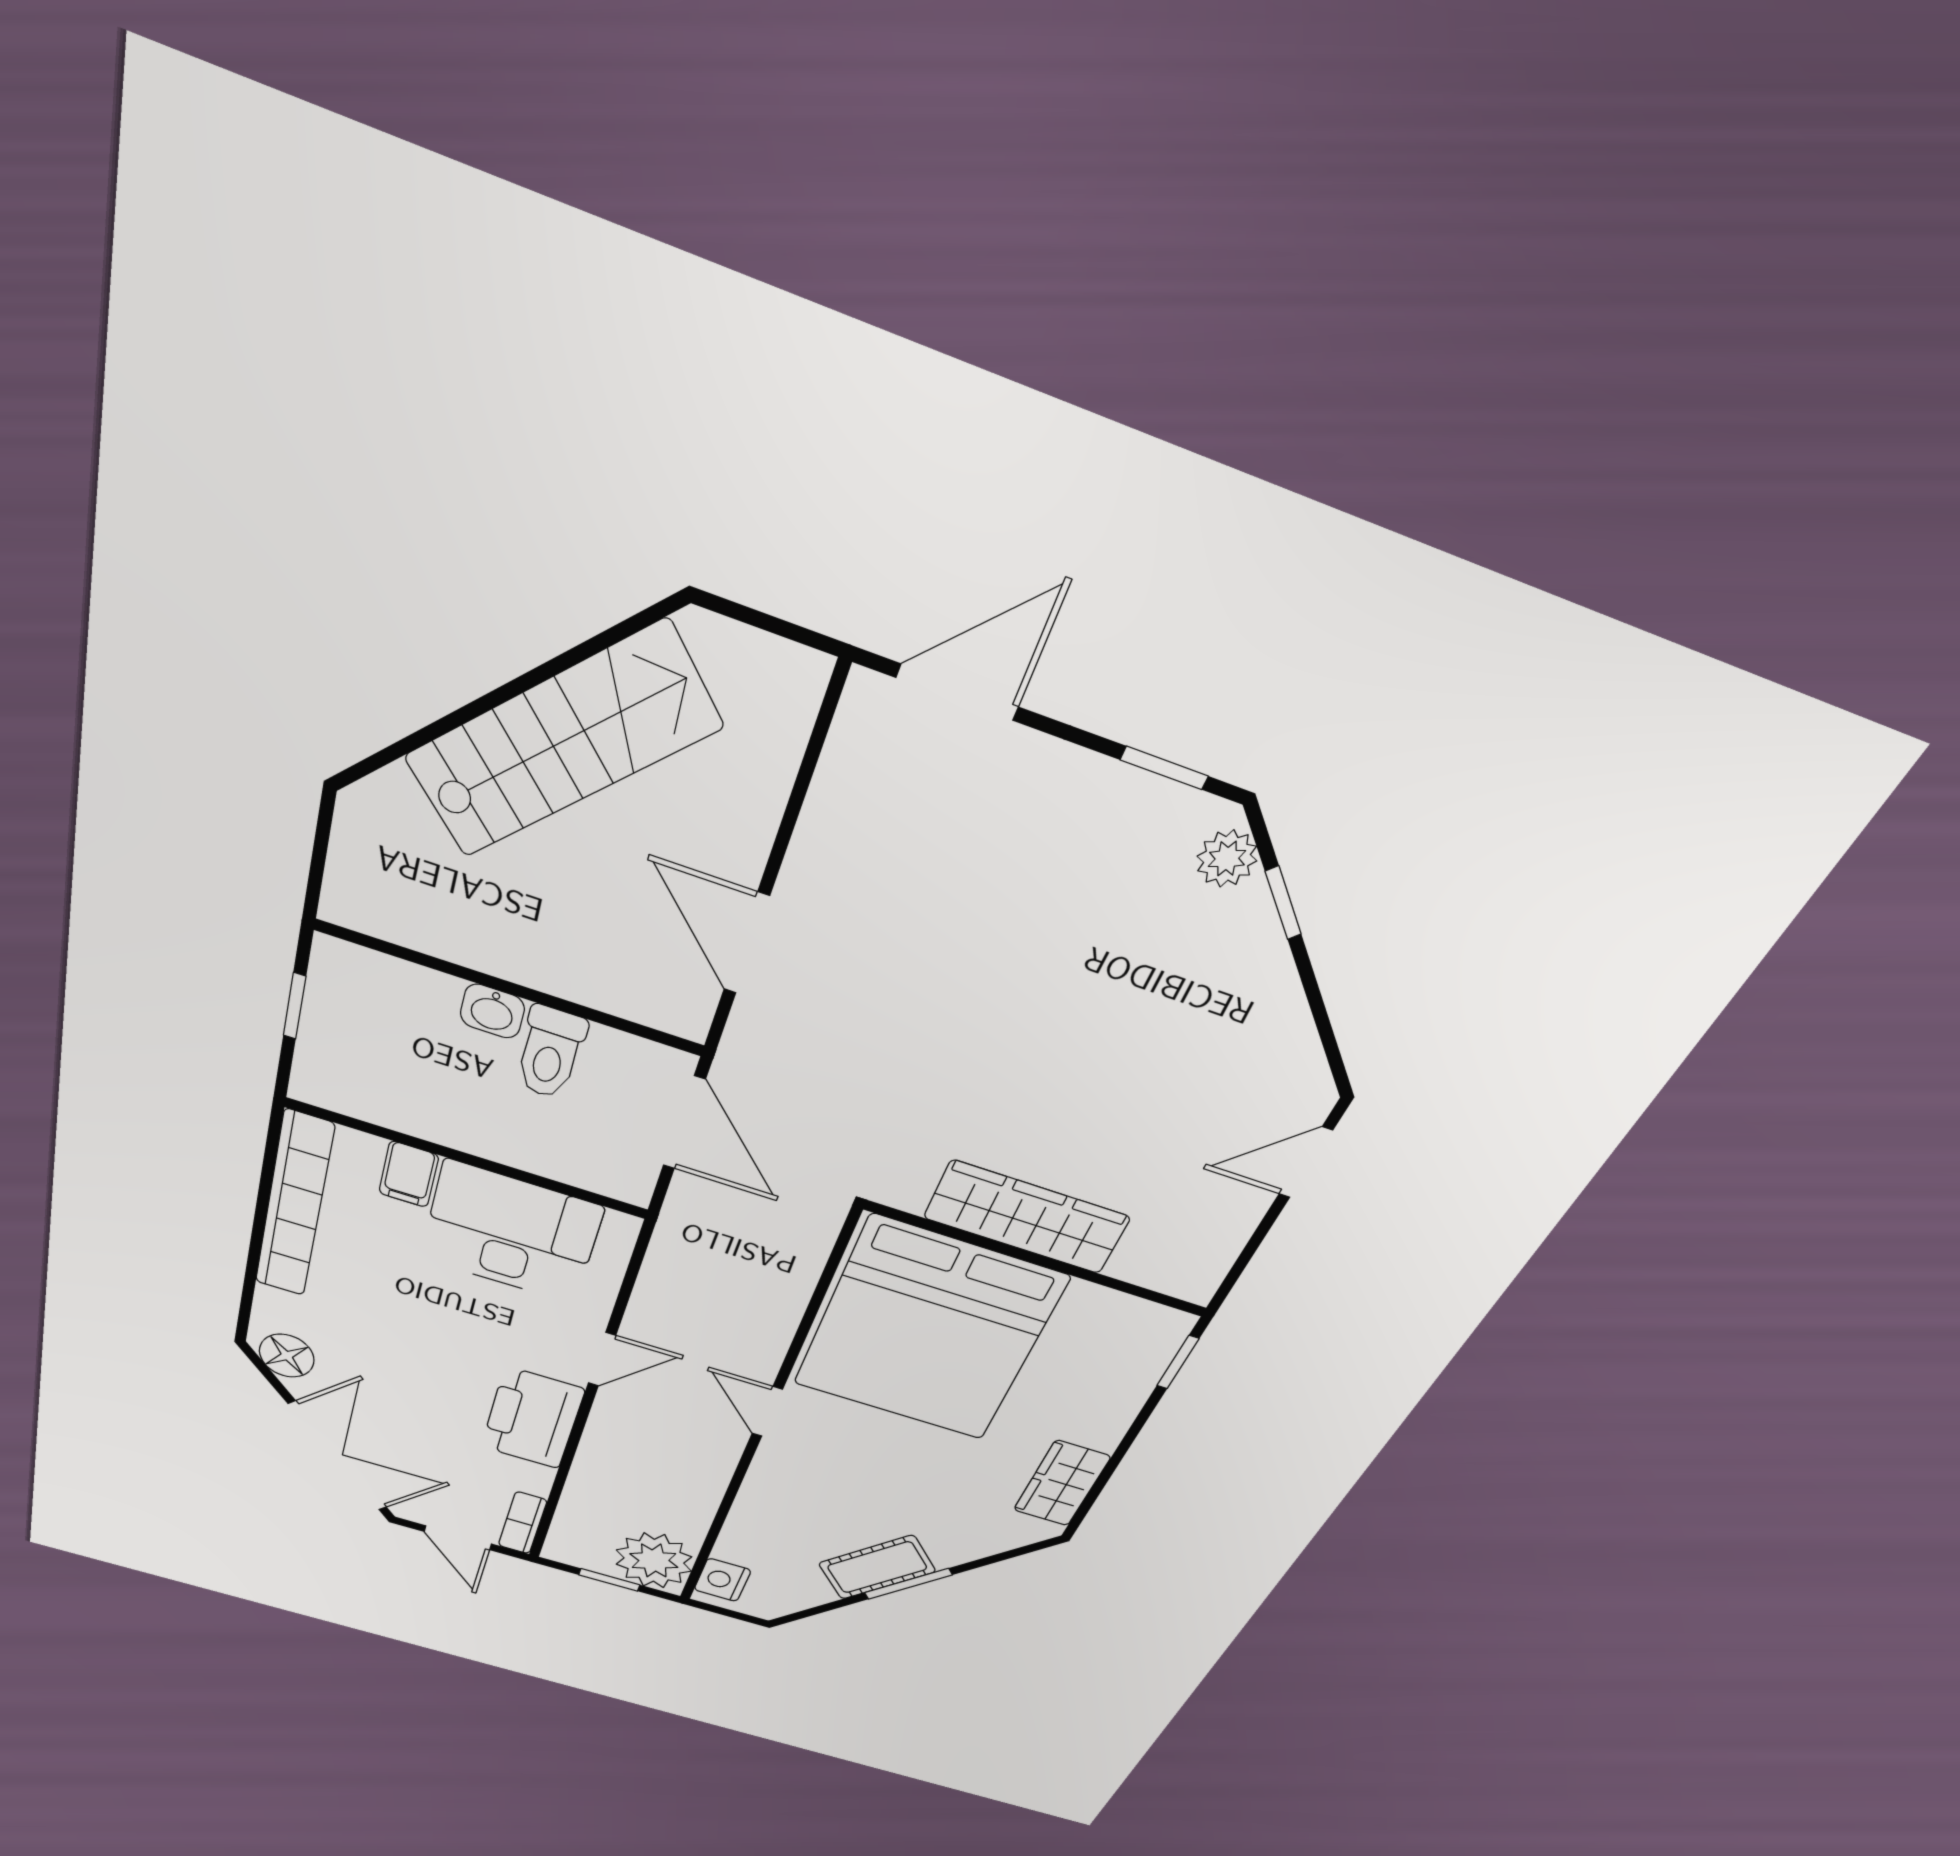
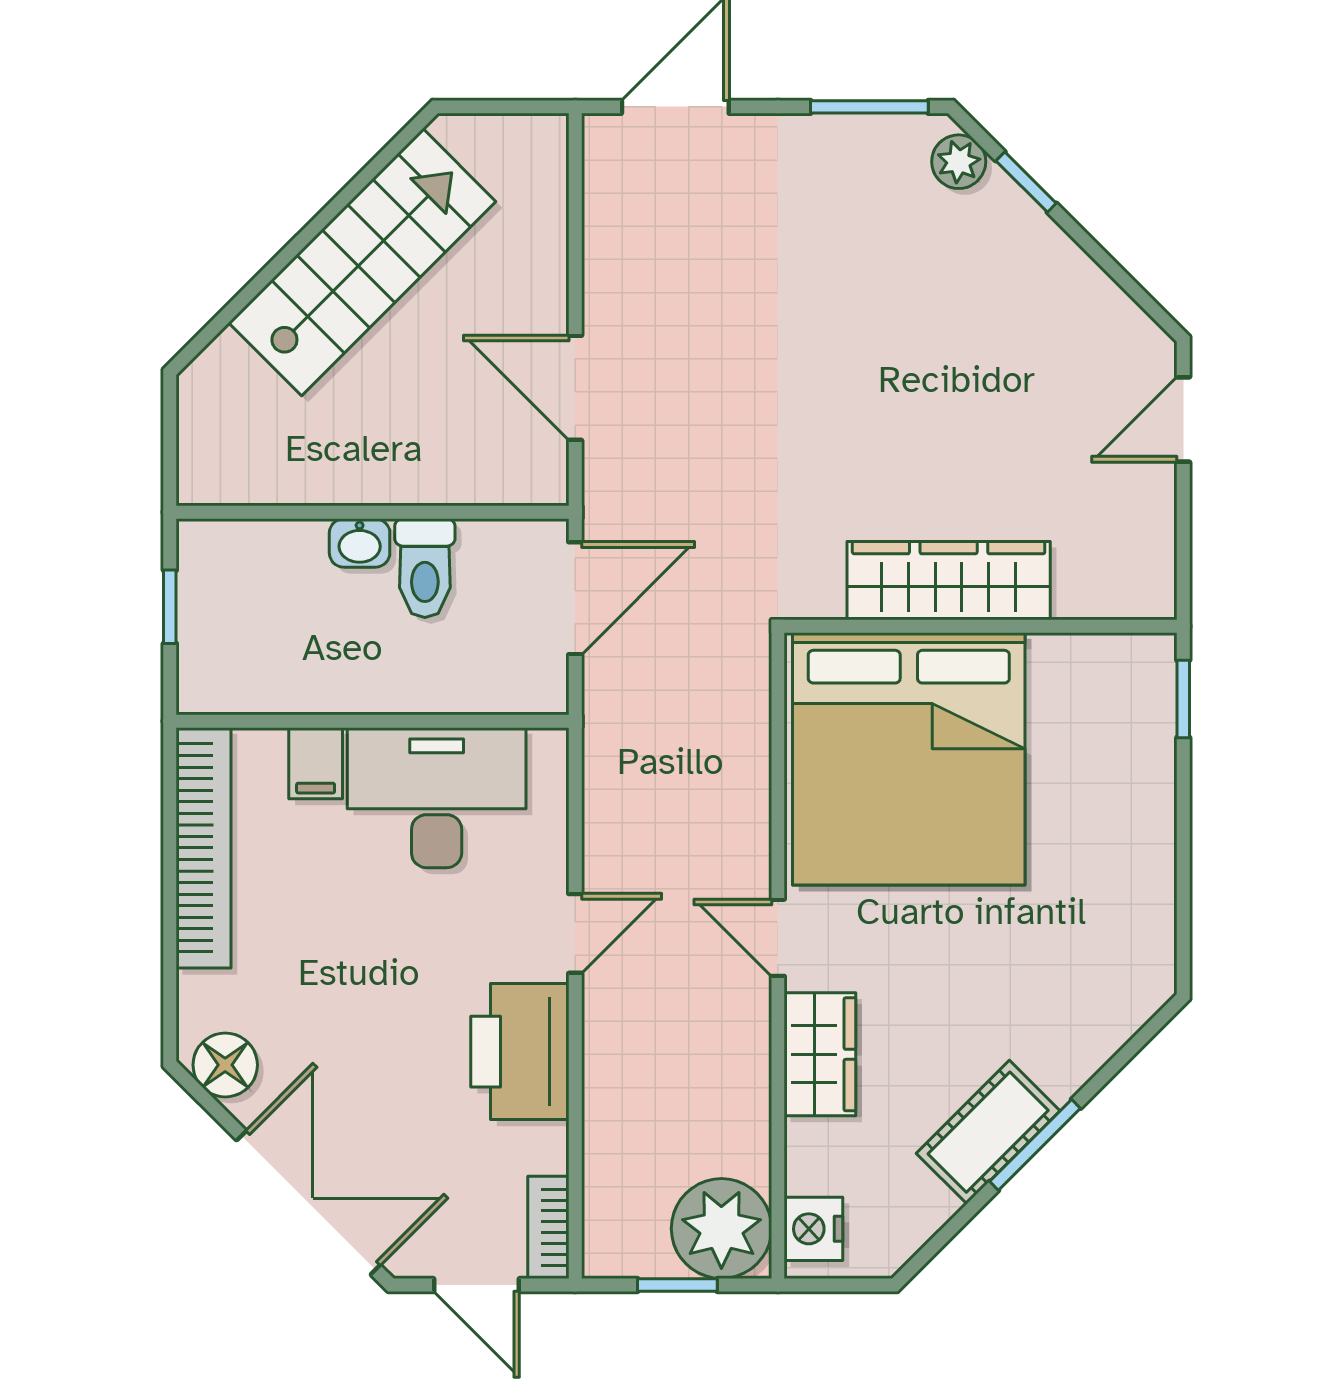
window: (1164, 768) -> (869, 107), width x1.50
door: (684, 1123) -> (575, 598), hinge flipped
wardrobe: (1062, 1483) -> (820, 1054), moved, turned 180

